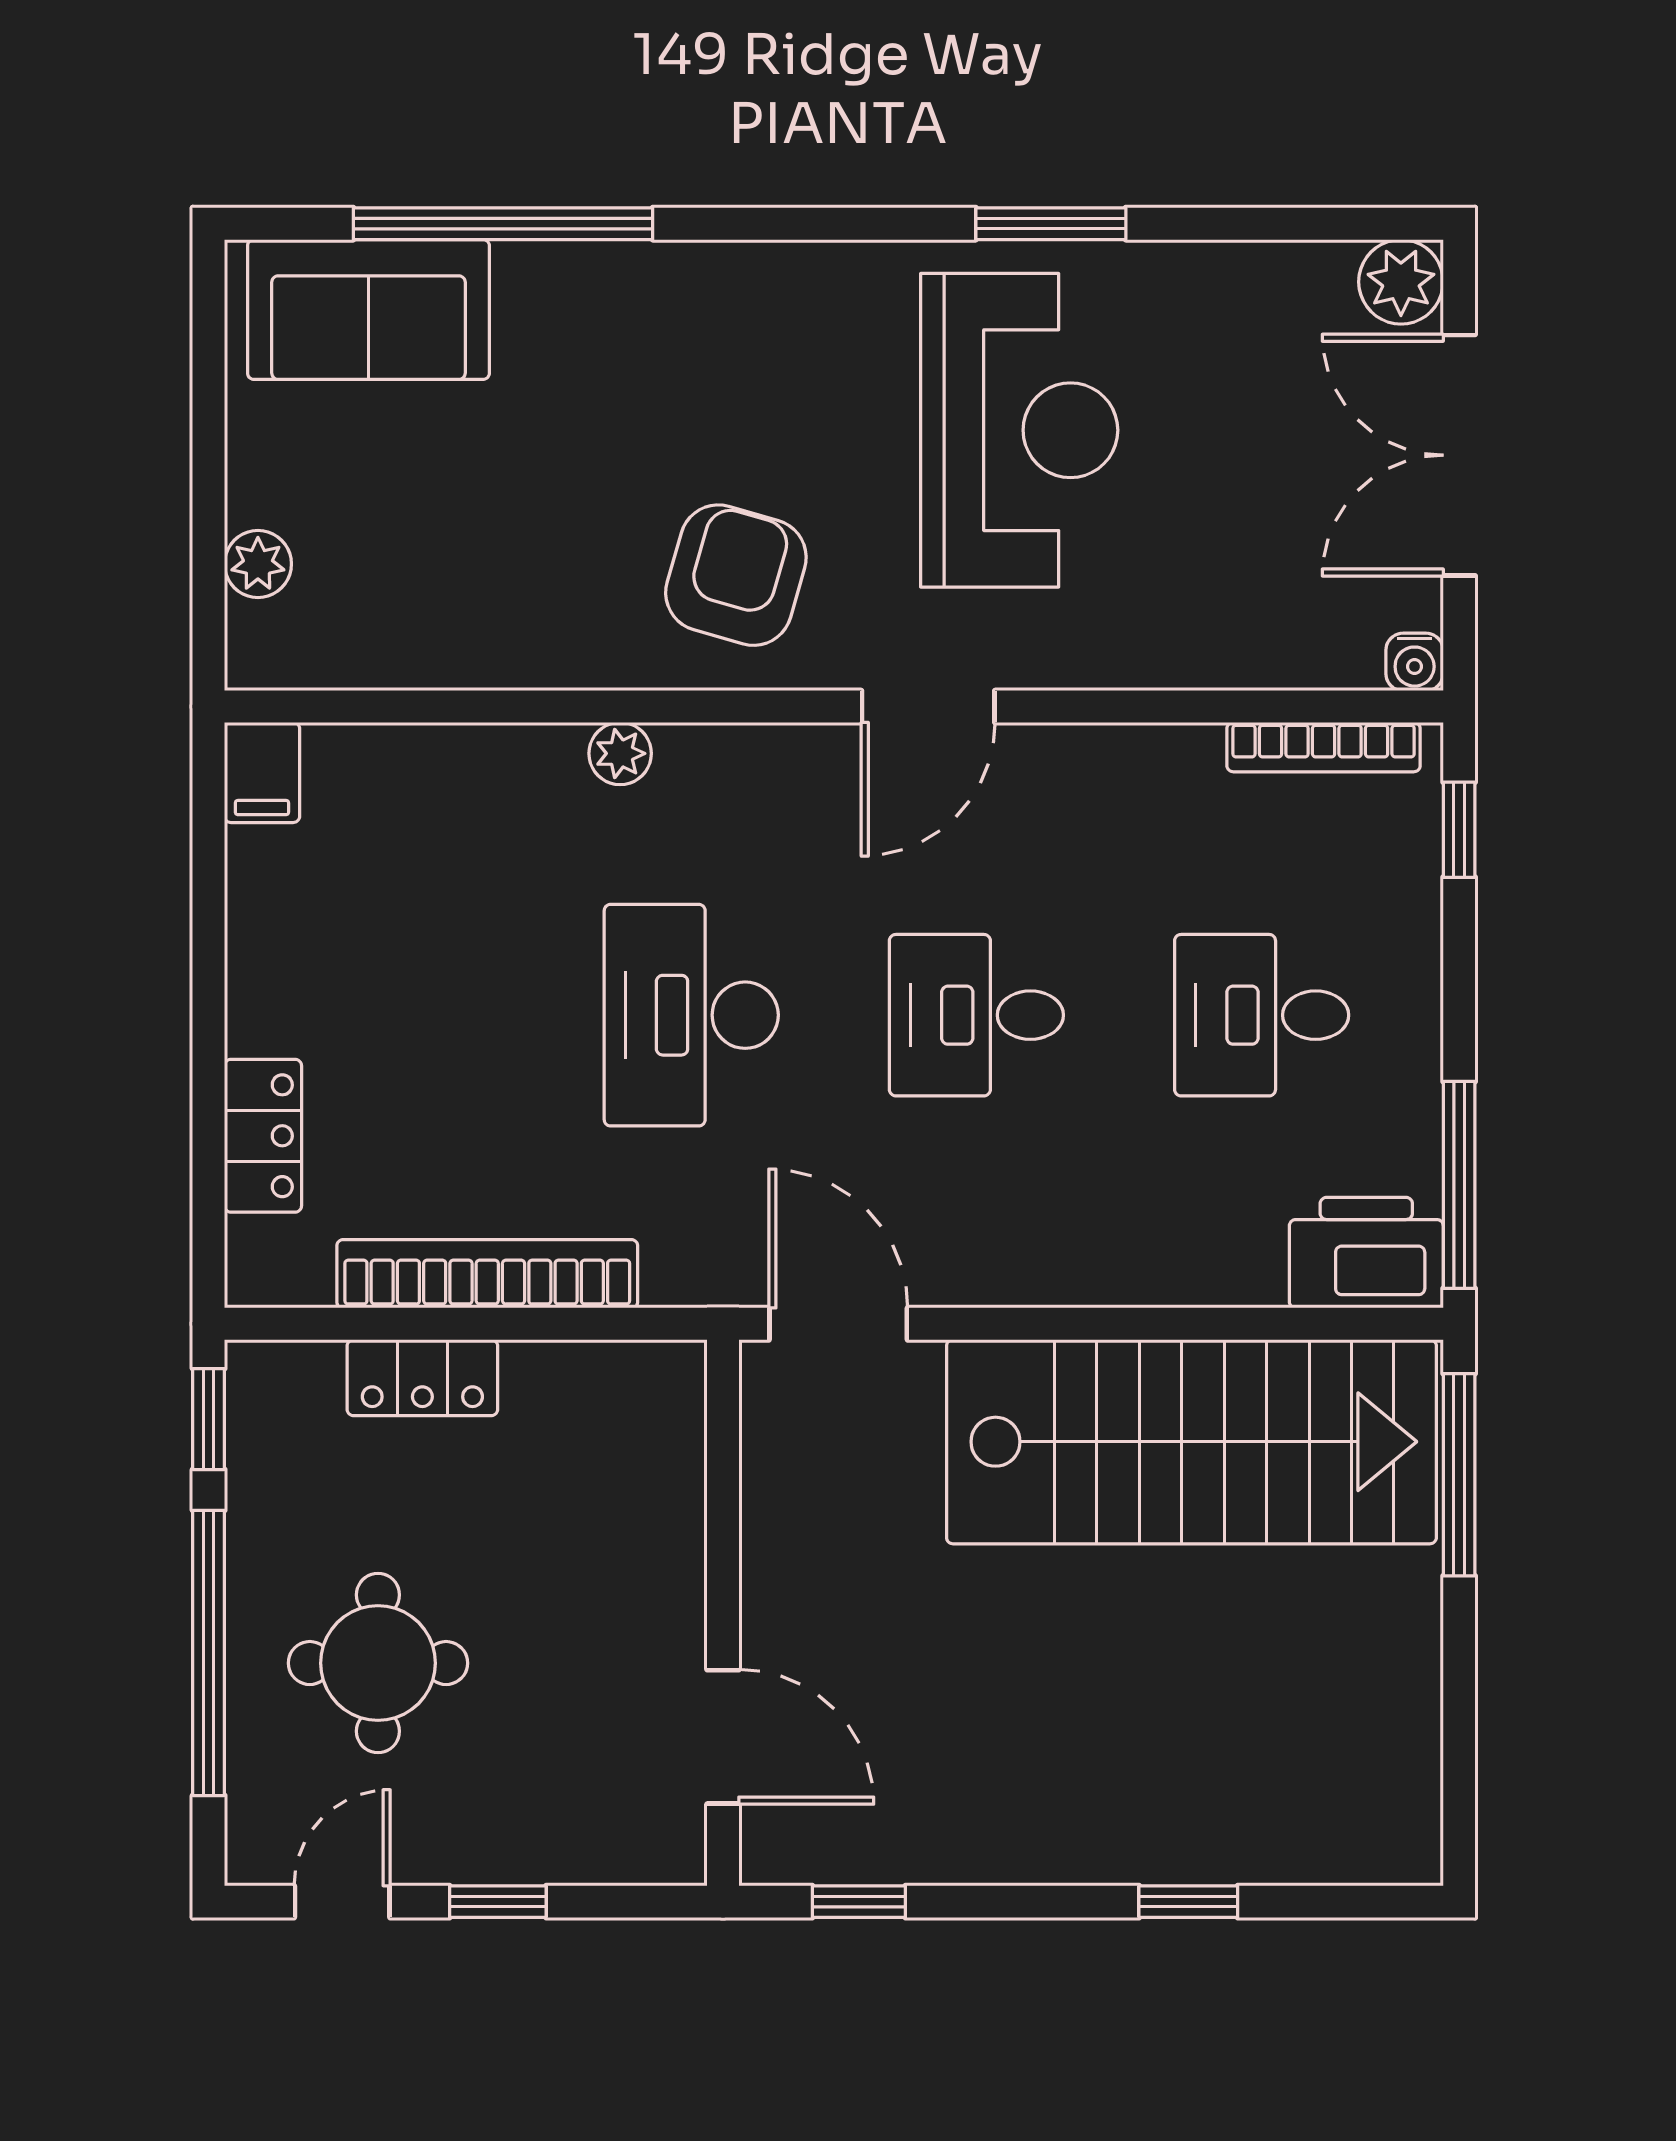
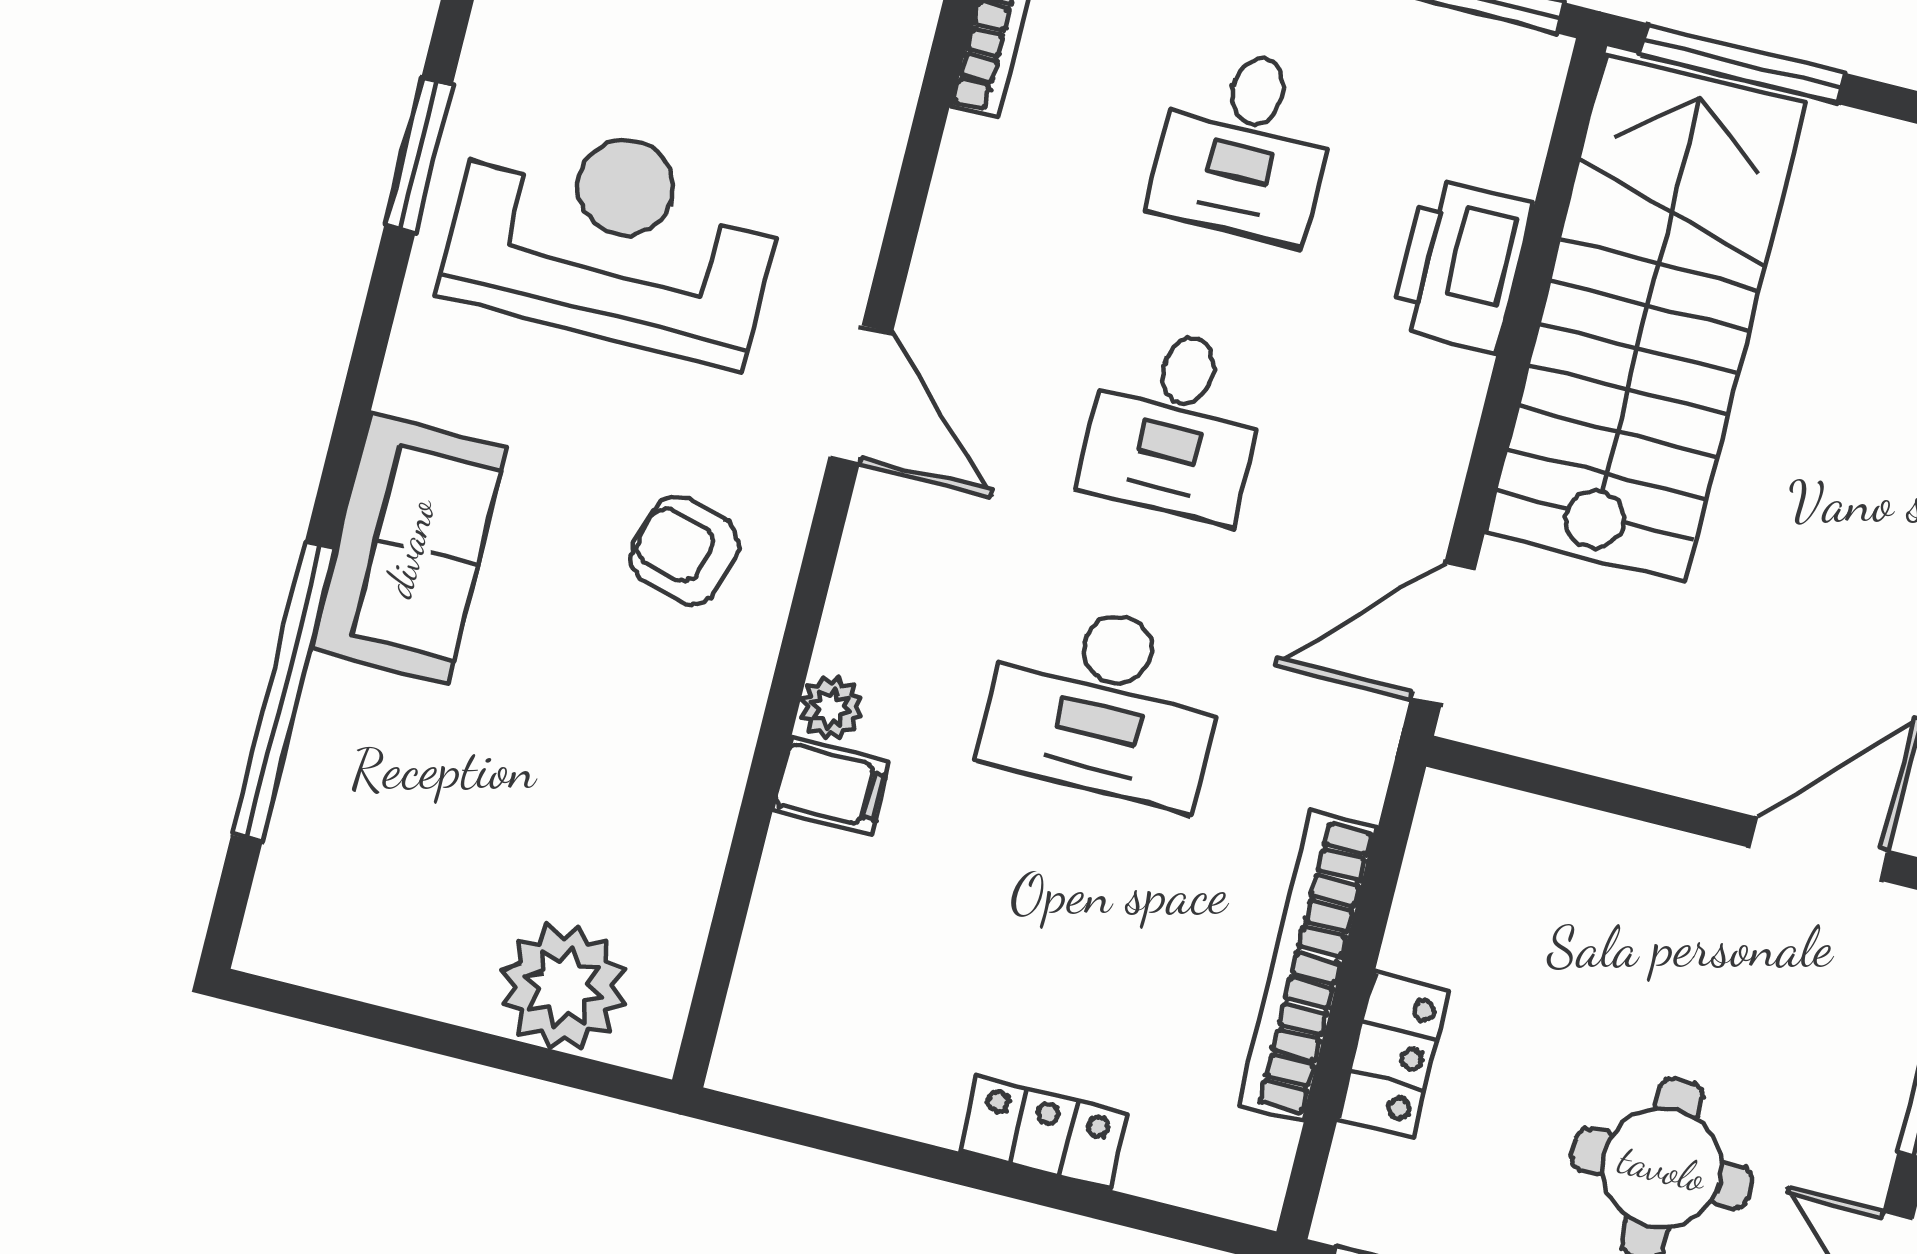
sofa: (368, 309) -> (409, 548), moved
plant: (258, 564) -> (564, 987), width x1.87, depth x1.87
armchair: (736, 575) -> (685, 550), width x0.72, depth x0.72
filing cabinet: (262, 772) -> (831, 786), moved
locker: (263, 1136) -> (1043, 1133), moved
printer: (1366, 1253) -> (1461, 265), moved

